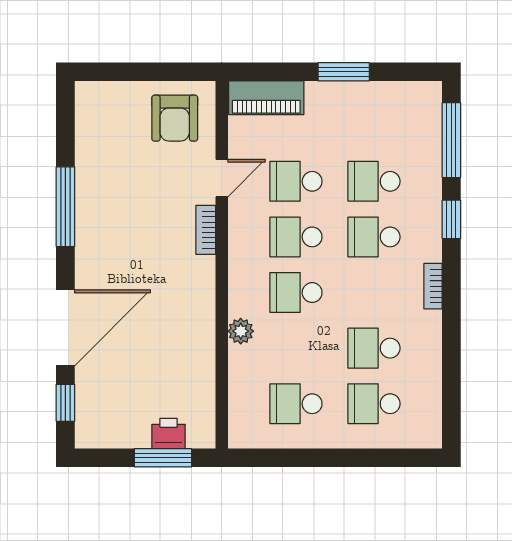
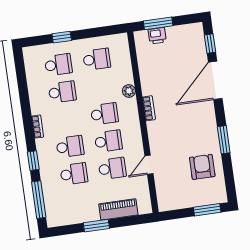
window: (118, 72) -> (207, 210), added
piano: (266, 98) -> (118, 209), moved
armchair: (175, 118) -> (202, 167), moved
window: (65, 207) -> (224, 140), width x0.69
bookcase: (206, 230) -> (149, 108), moved
window: (360, 458) -> (62, 37), added

